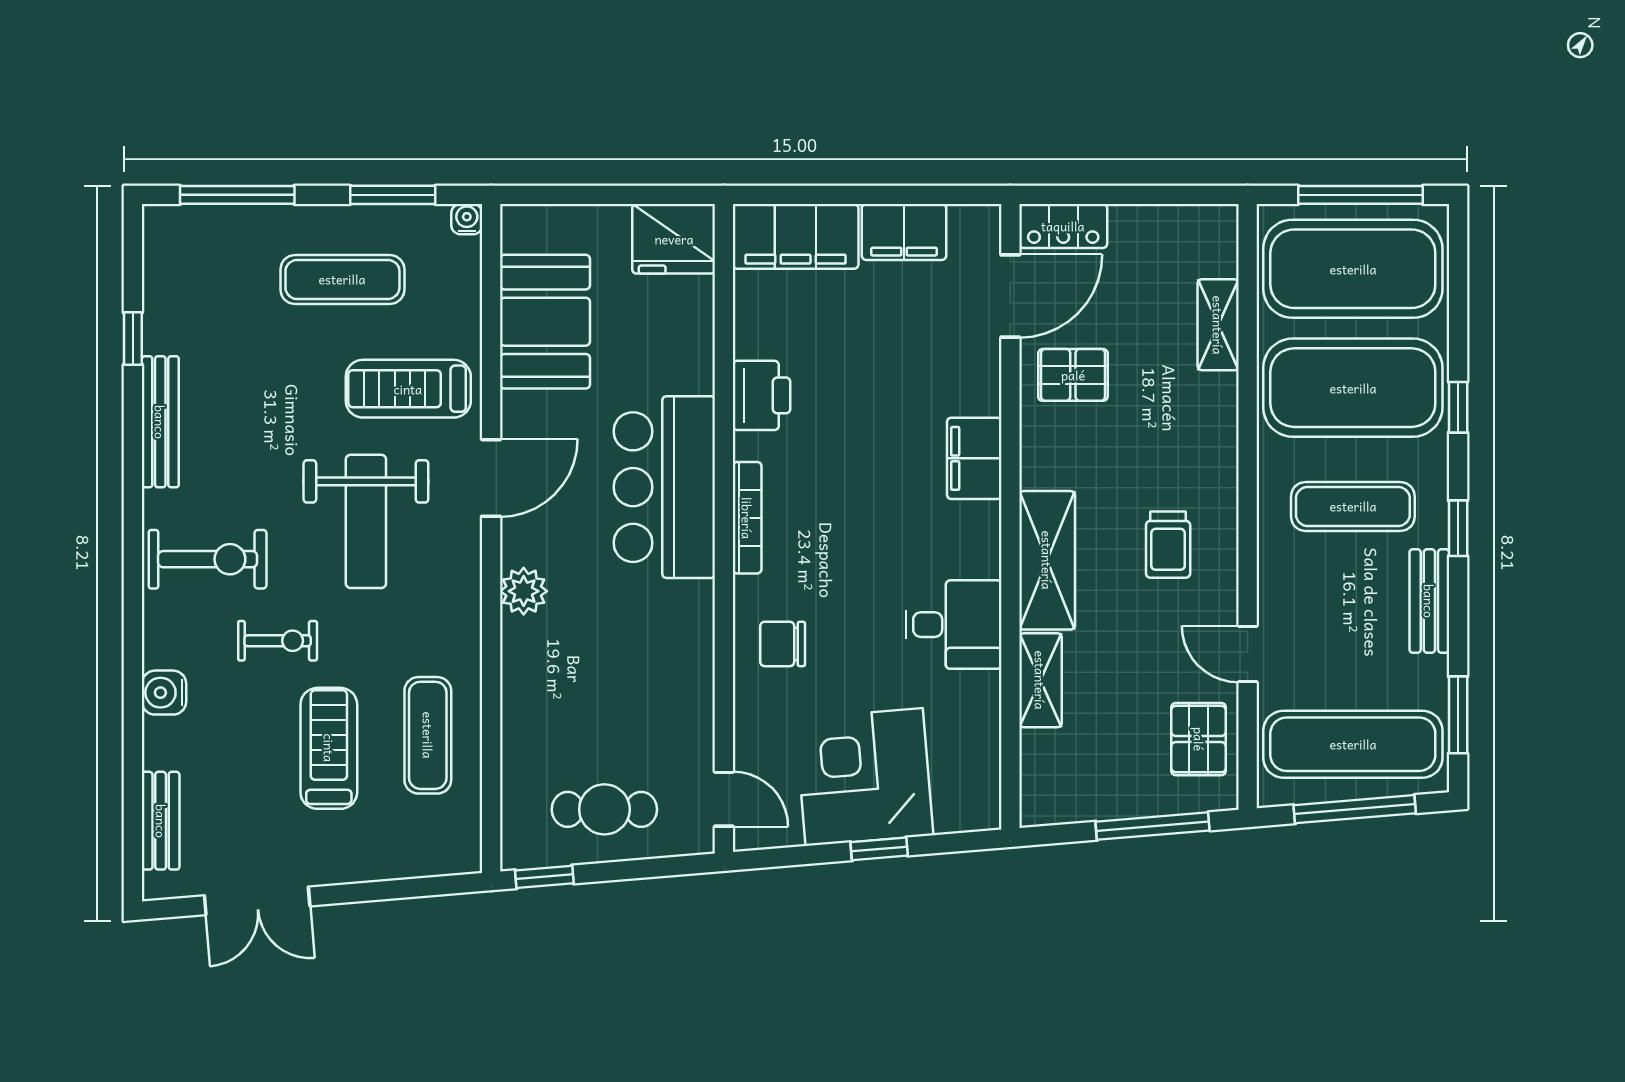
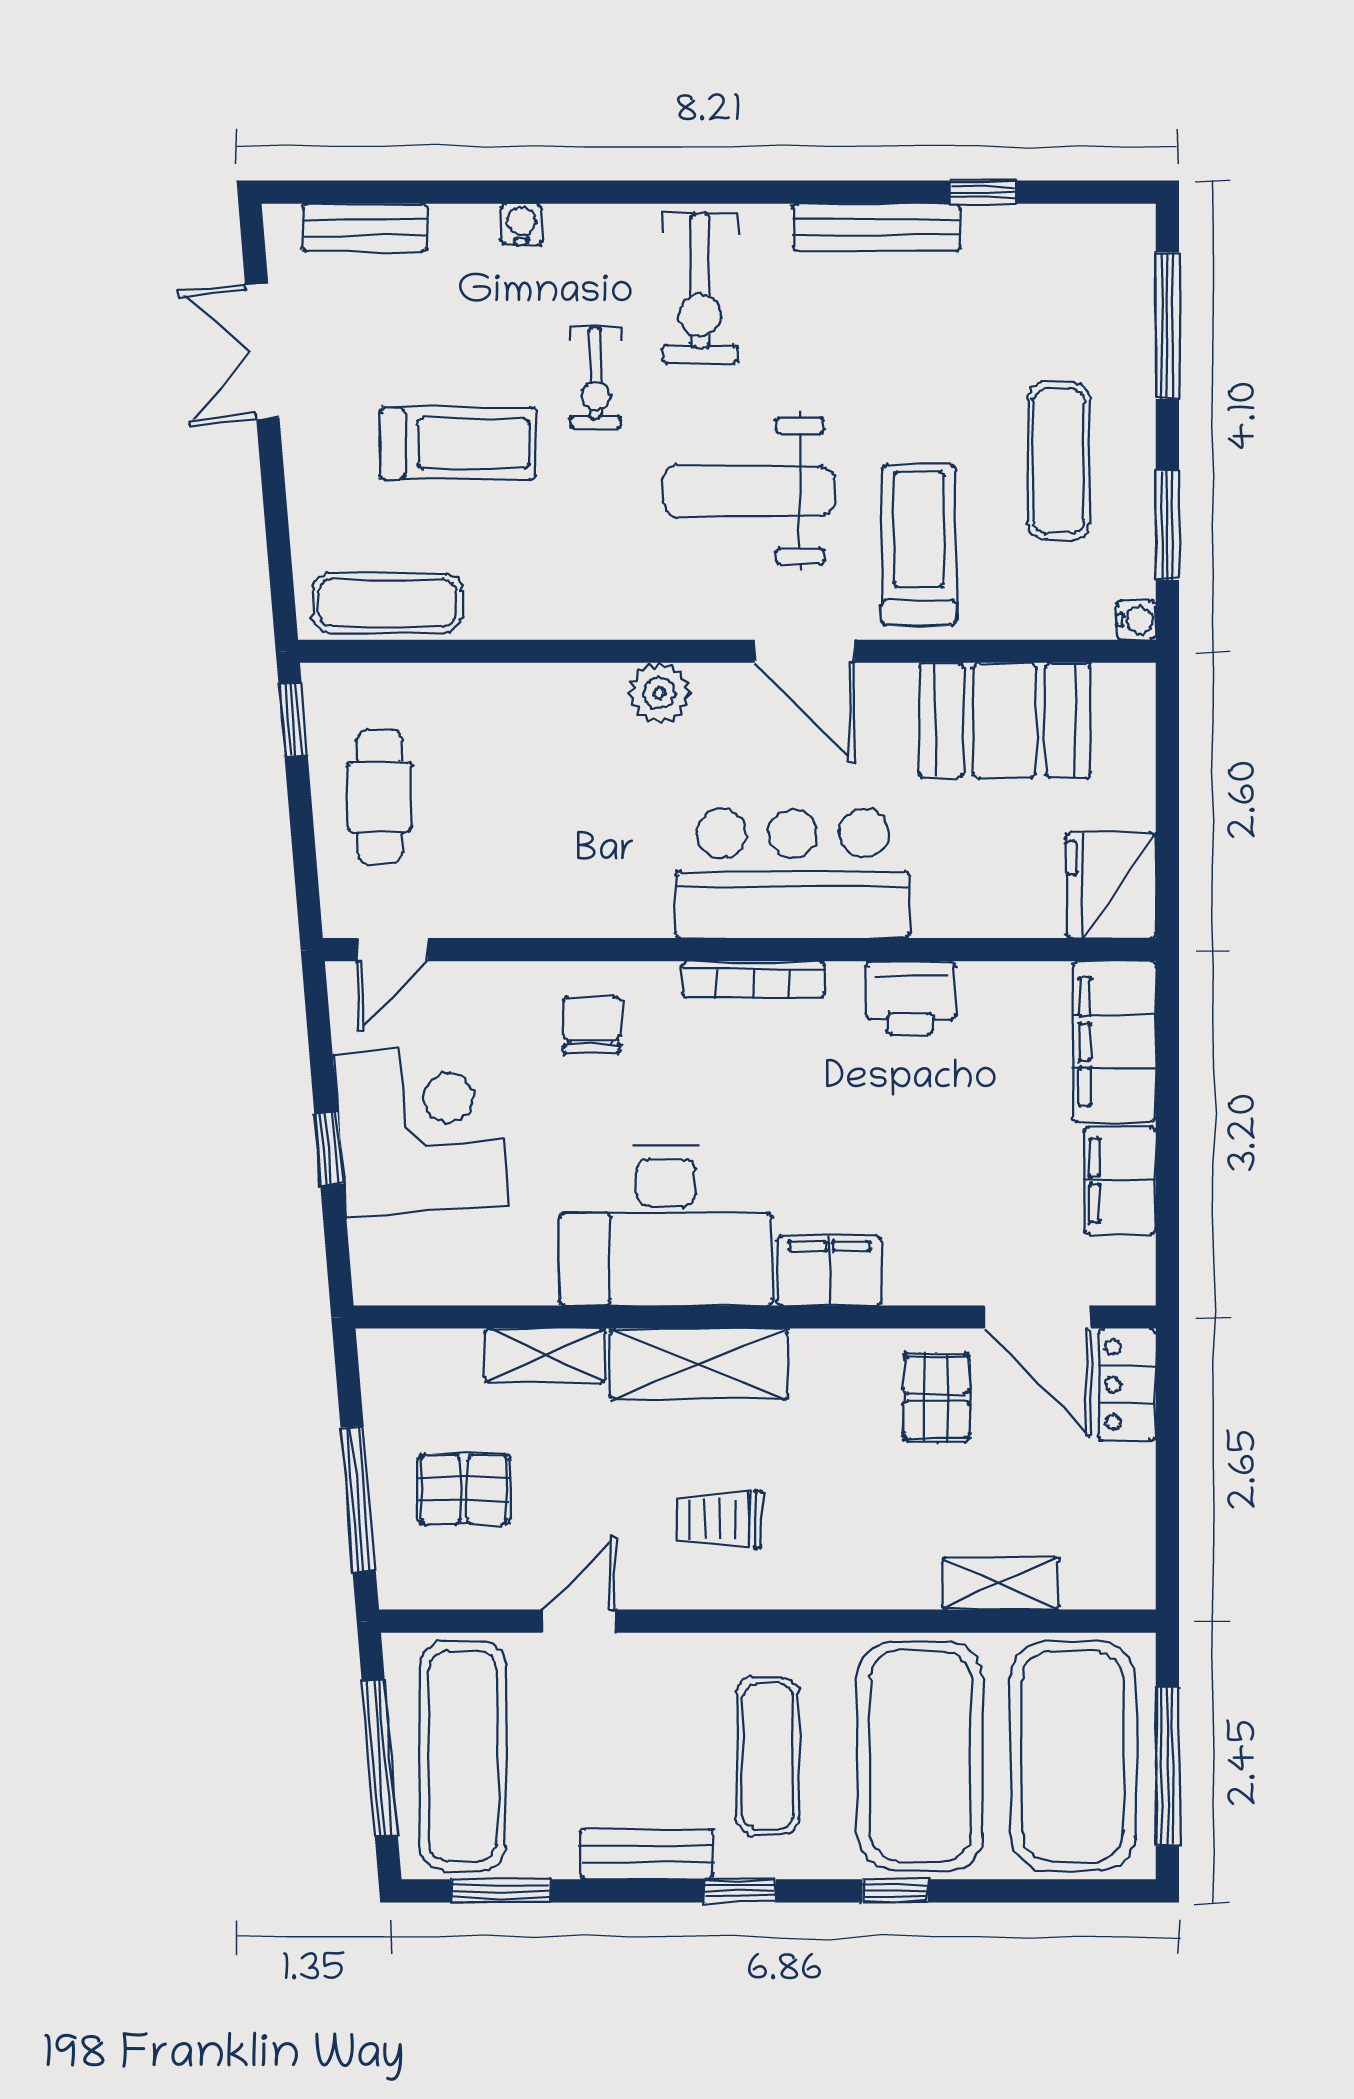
desk: (954, 625) -> (666, 1226), width x1.87, depth x1.30
water cooler: (164, 693) -> (521, 224), width x0.72, depth x0.72
exercise mat: (428, 735) -> (387, 603), moved
pallet: (1199, 739) -> (464, 1489), moved

